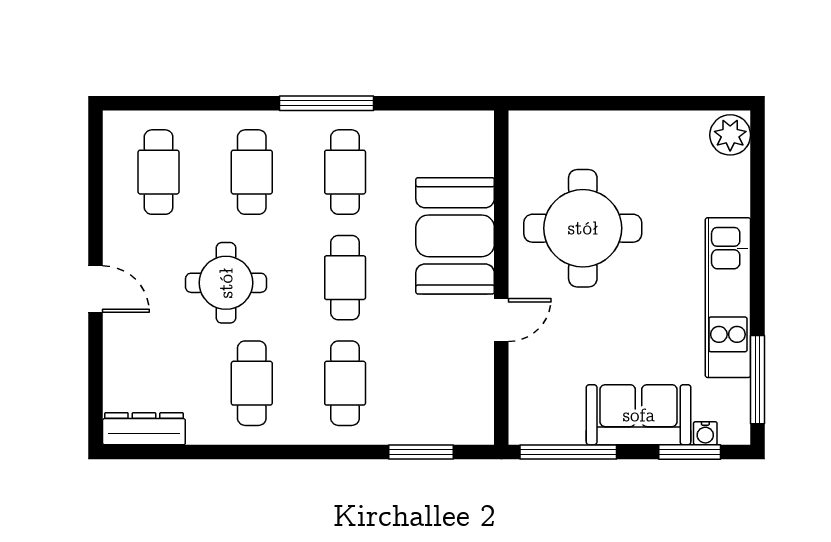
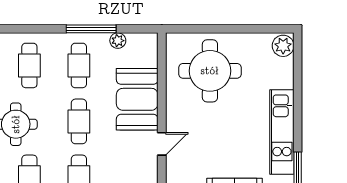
window: (327, 103) -> (91, 29), moved
plant: (418, 125) -> (118, 41), added
round table: (583, 228) -> (210, 71), moved

